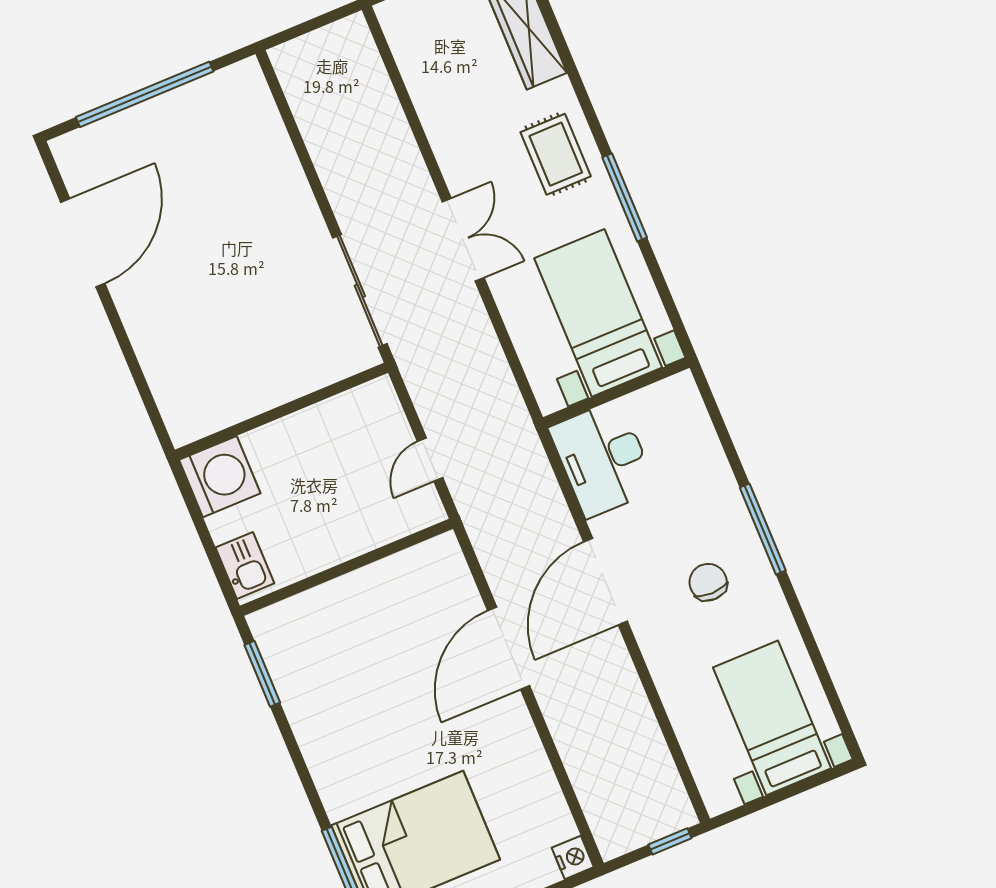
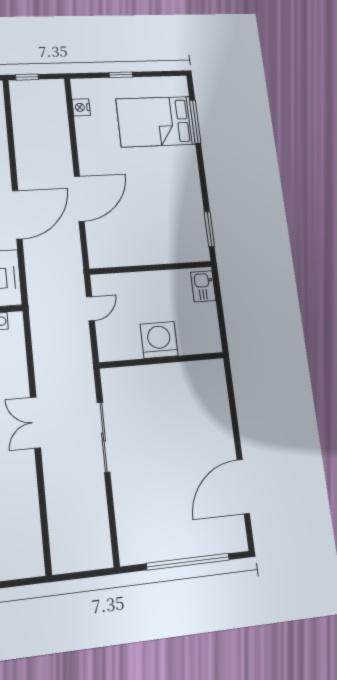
sliding door: (360, 291) -> (104, 437), moved
washing machine: (220, 477) -> (159, 340), moved, turned 90
nightstand: (573, 857) -> (81, 107), moved

